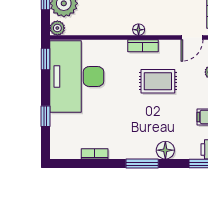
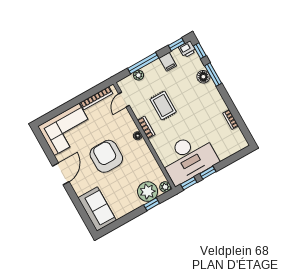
door: (192, 38) -> (124, 100), swing flipped
window: (45, 116) -> (208, 173), moved
window: (142, 164) -> (213, 74), moved

